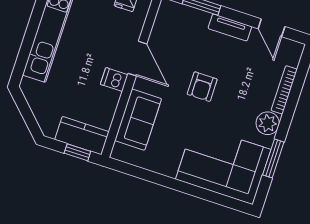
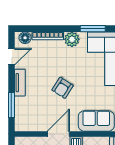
floor lamp: (292, 56) -> (25, 38), added
armchair: (202, 87) -> (63, 88), turned 123

